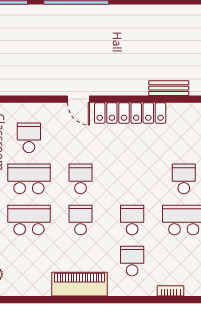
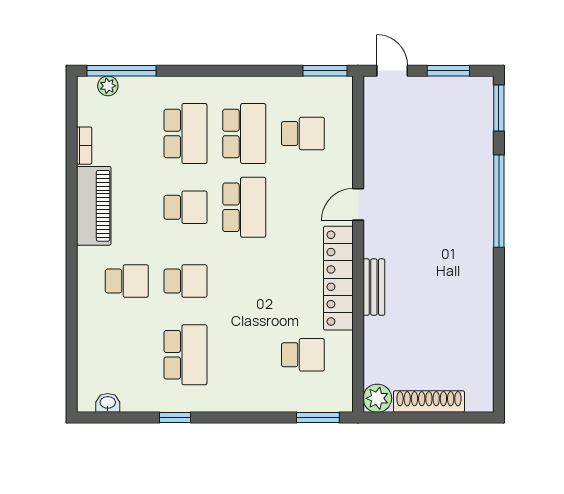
bench: (169, 88) -> (374, 287), moved
school desk: (81, 179) -> (244, 207), width x1.85
school desk: (184, 179) -> (303, 355), moved
bookcase: (171, 291) -> (84, 146), moved

